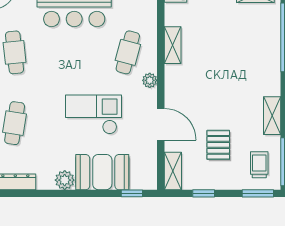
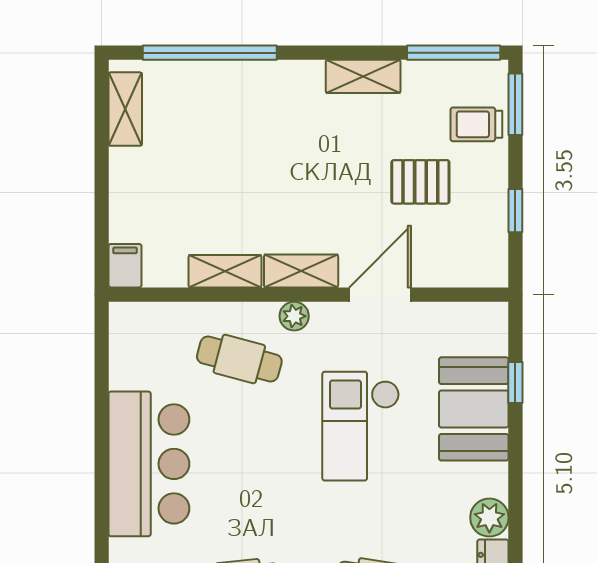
trolley: (259, 165) -> (476, 124), moved
shelving: (173, 171) -> (301, 271), moved
plant: (65, 180) -> (489, 518), moved
window: (132, 193) -> (515, 382), moved

